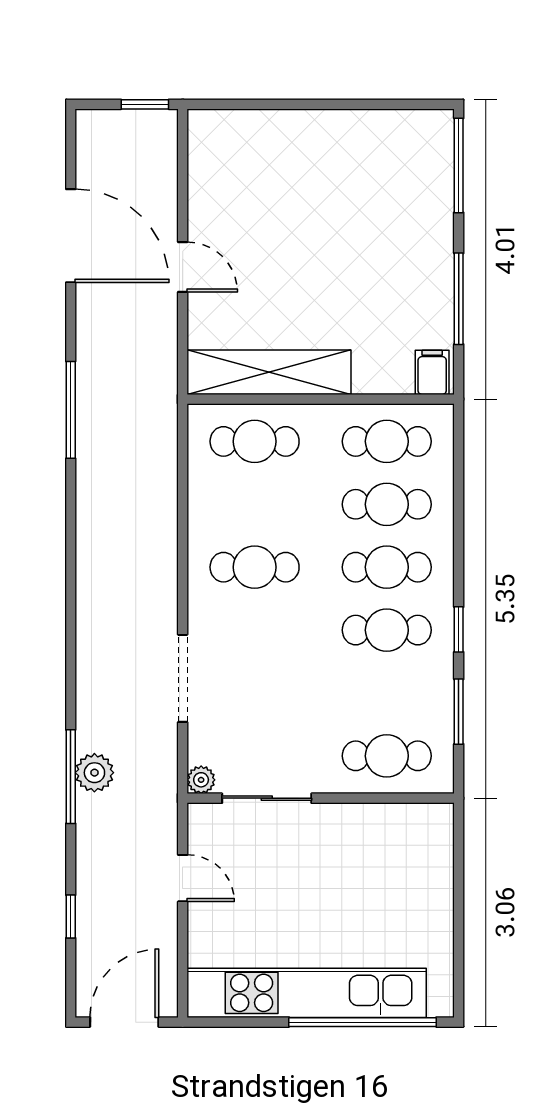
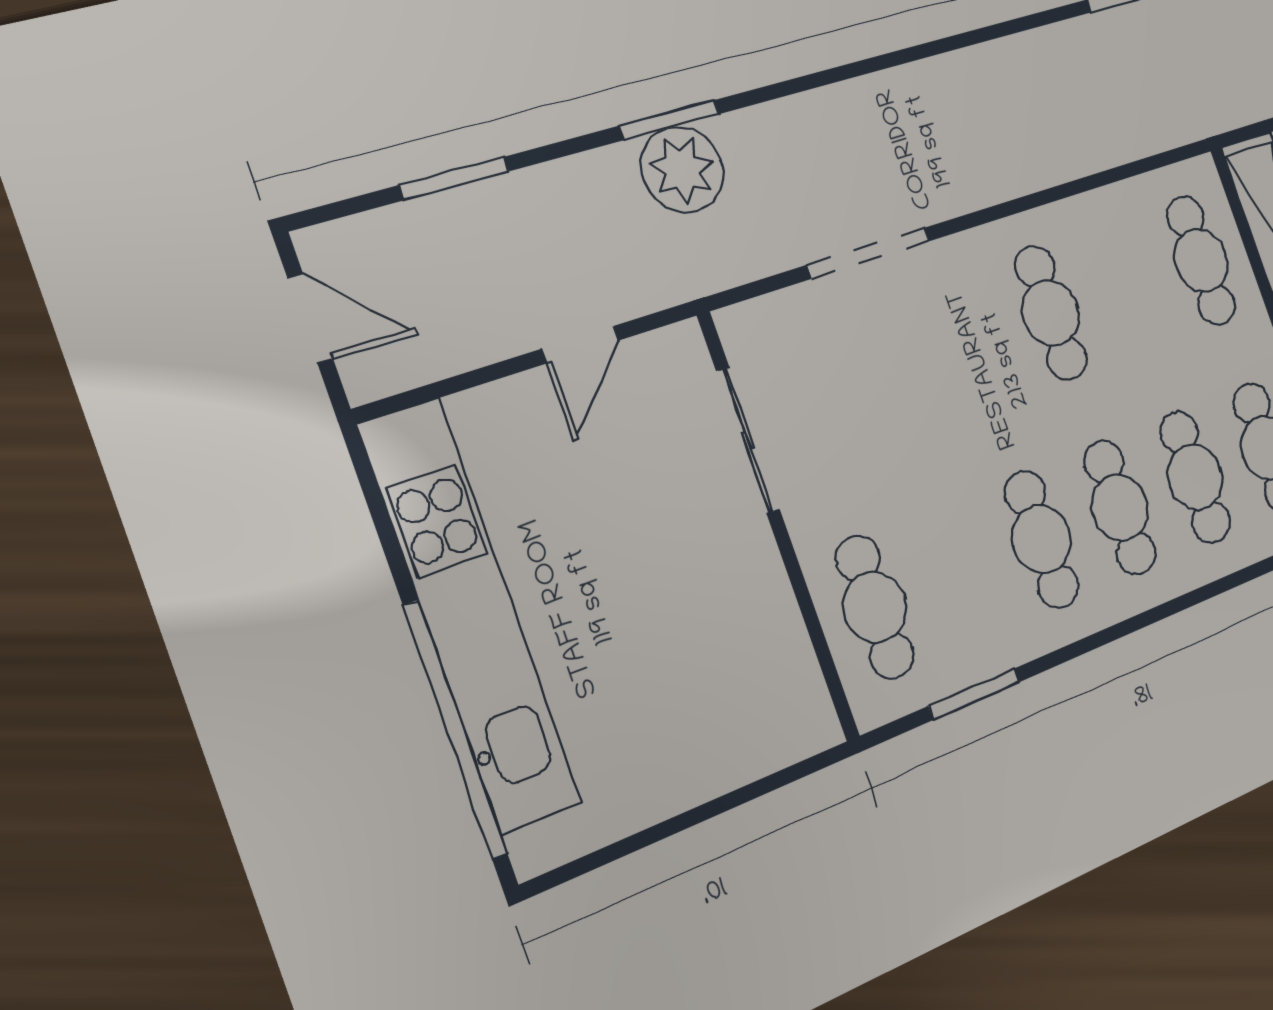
window: (459, 629) -> (1081, 647), removed
plant: (94, 773) -> (682, 170), width x1.36, depth x1.36
window: (71, 777) -> (670, 120), width x0.69
plant: (201, 780) -> (738, 327), removed
window: (71, 917) -> (455, 178), width x1.50
door: (124, 1022) -> (310, 318), width x0.73

